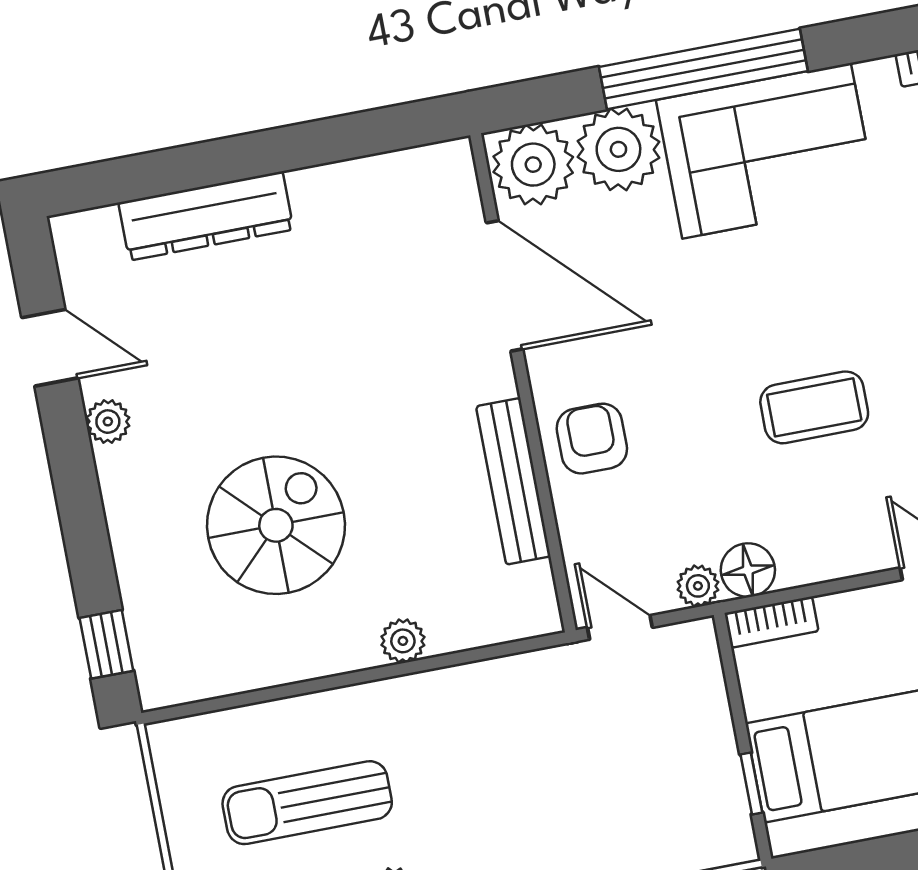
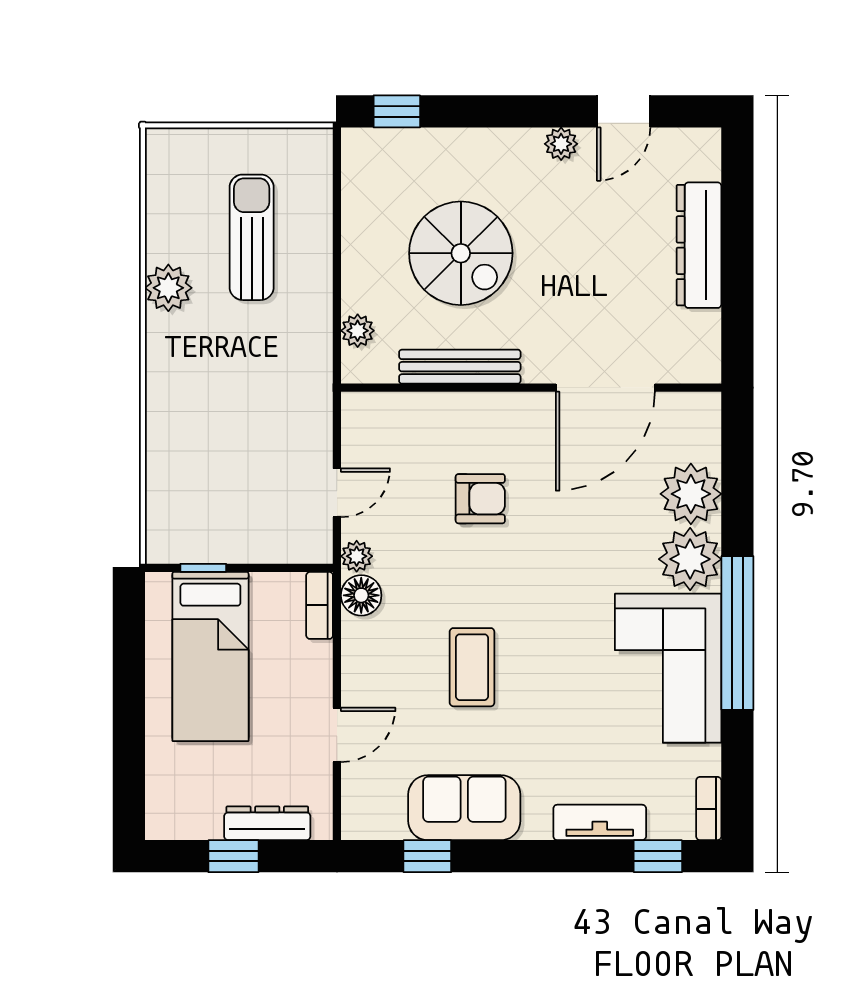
door: (505, 286) -> (605, 388), moved
wall: (523, 383) -> (531, 388), moved
bench: (513, 481) -> (460, 367), moved

